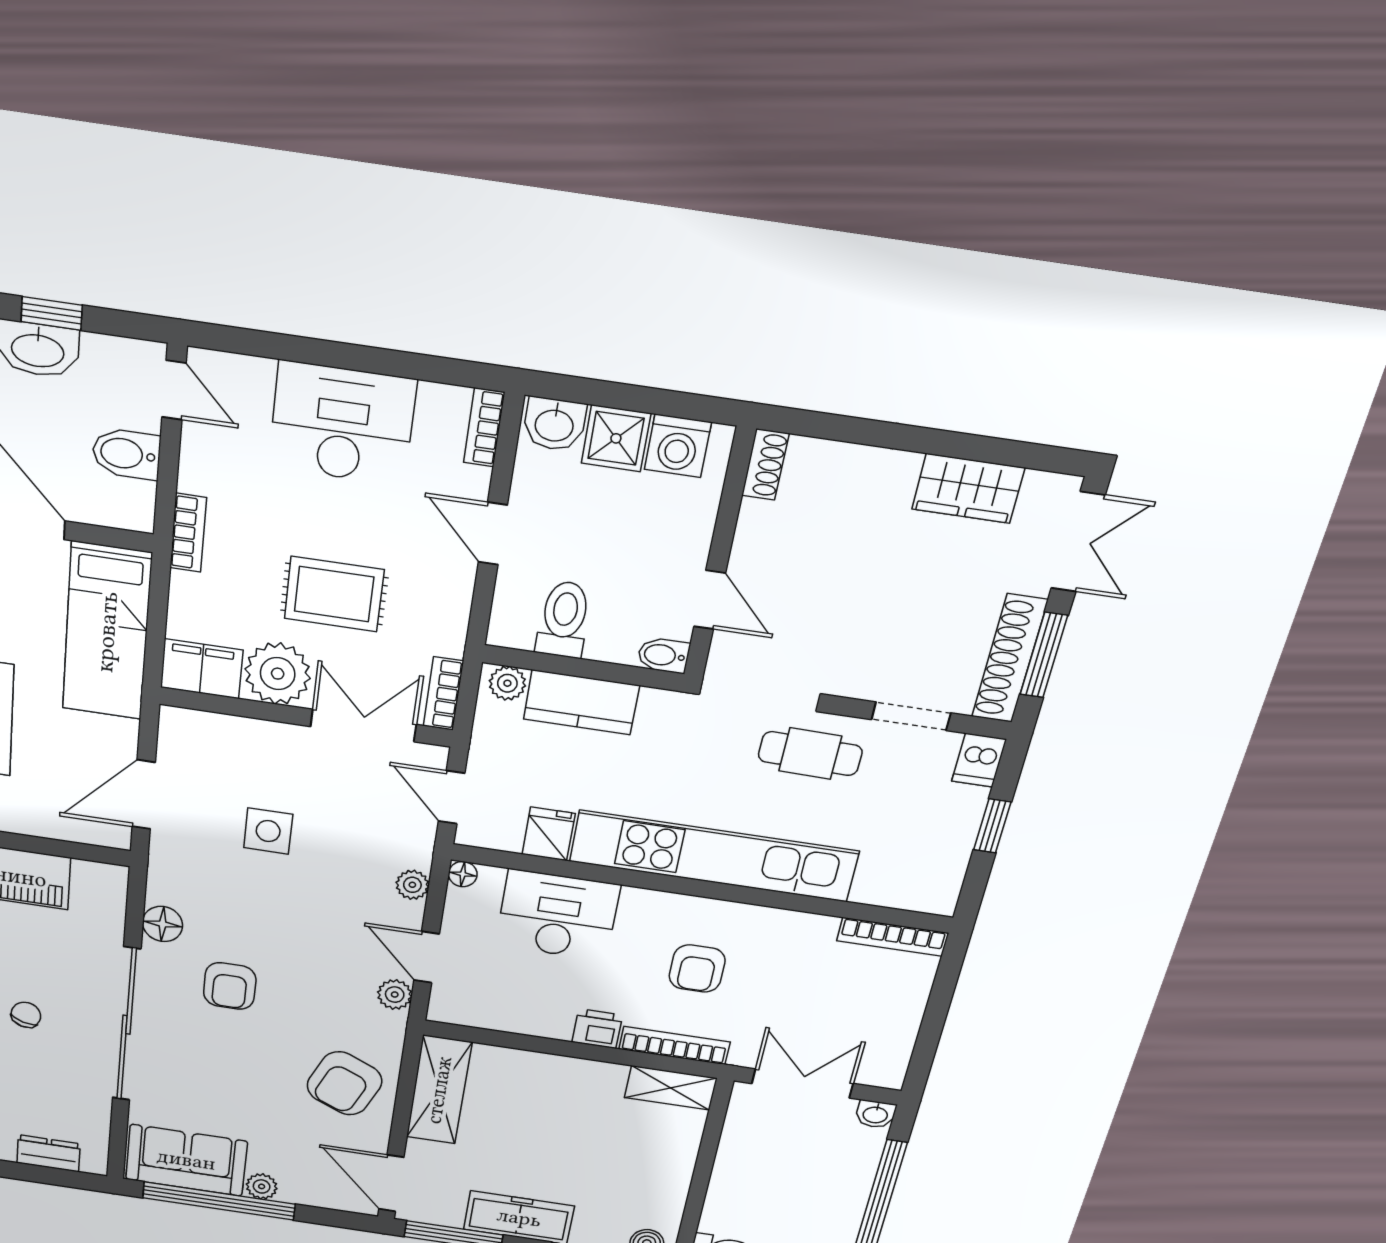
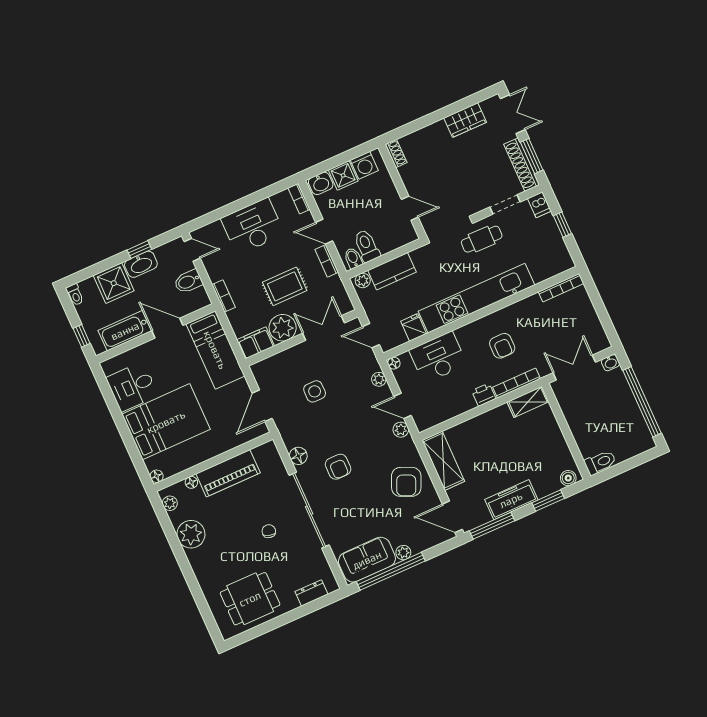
bidet: (663, 655) -> (353, 258), moved, turned 90
bookcase: (443, 694) -> (327, 261), moved

